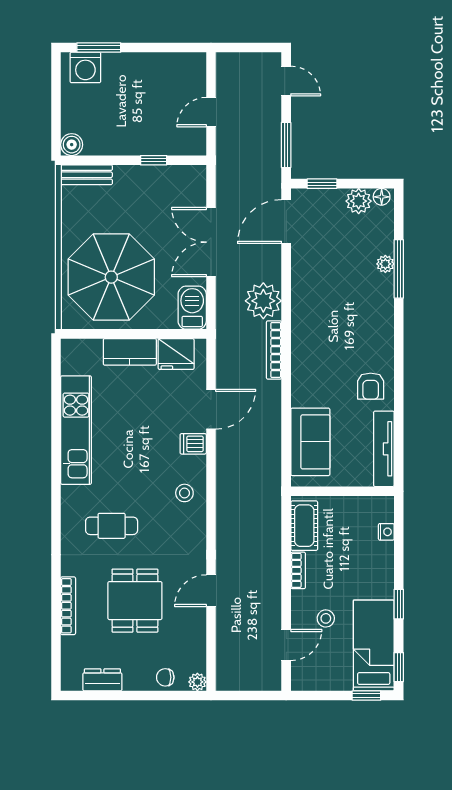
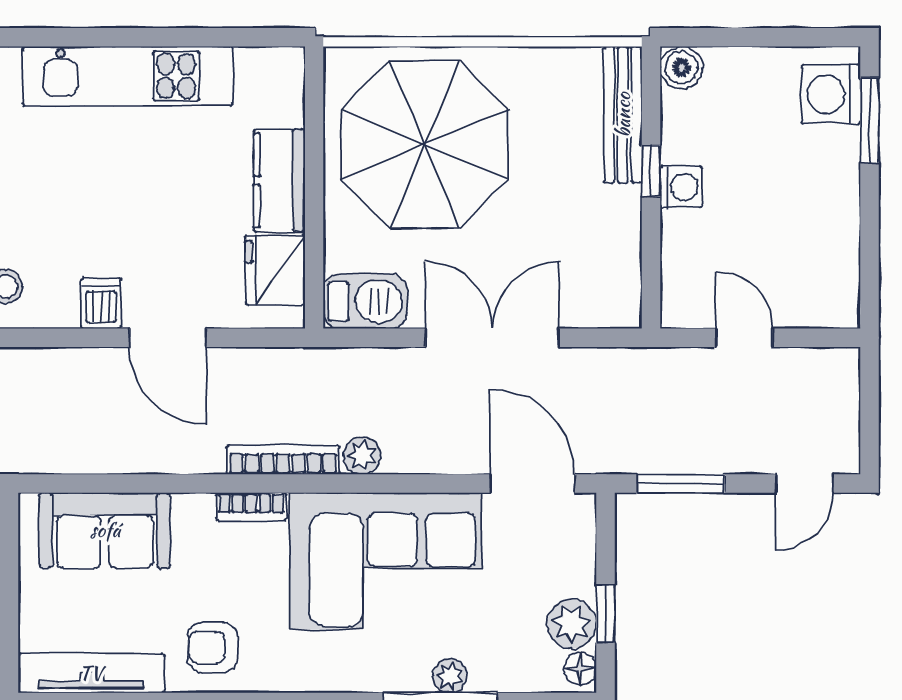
washing machine: (133, 145) -> (681, 187), added
window: (154, 160) -> (651, 171), moved
bench: (87, 175) -> (623, 115), width x1.36
window: (322, 184) -> (606, 614), moved
corner sofa: (326, 297) -> (386, 561), added
plant: (263, 301) -> (362, 456), width x0.53, depth x0.53
bookcase: (298, 366) -> (251, 507), added

